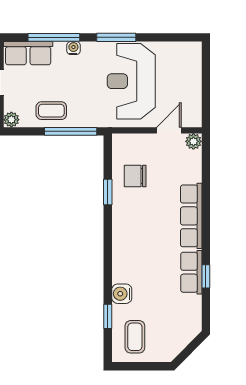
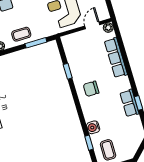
window: (71, 131) -> (36, 43), width x0.69
chair: (135, 176) -> (91, 89), moved
row of seats: (191, 216) -> (116, 58), moved

